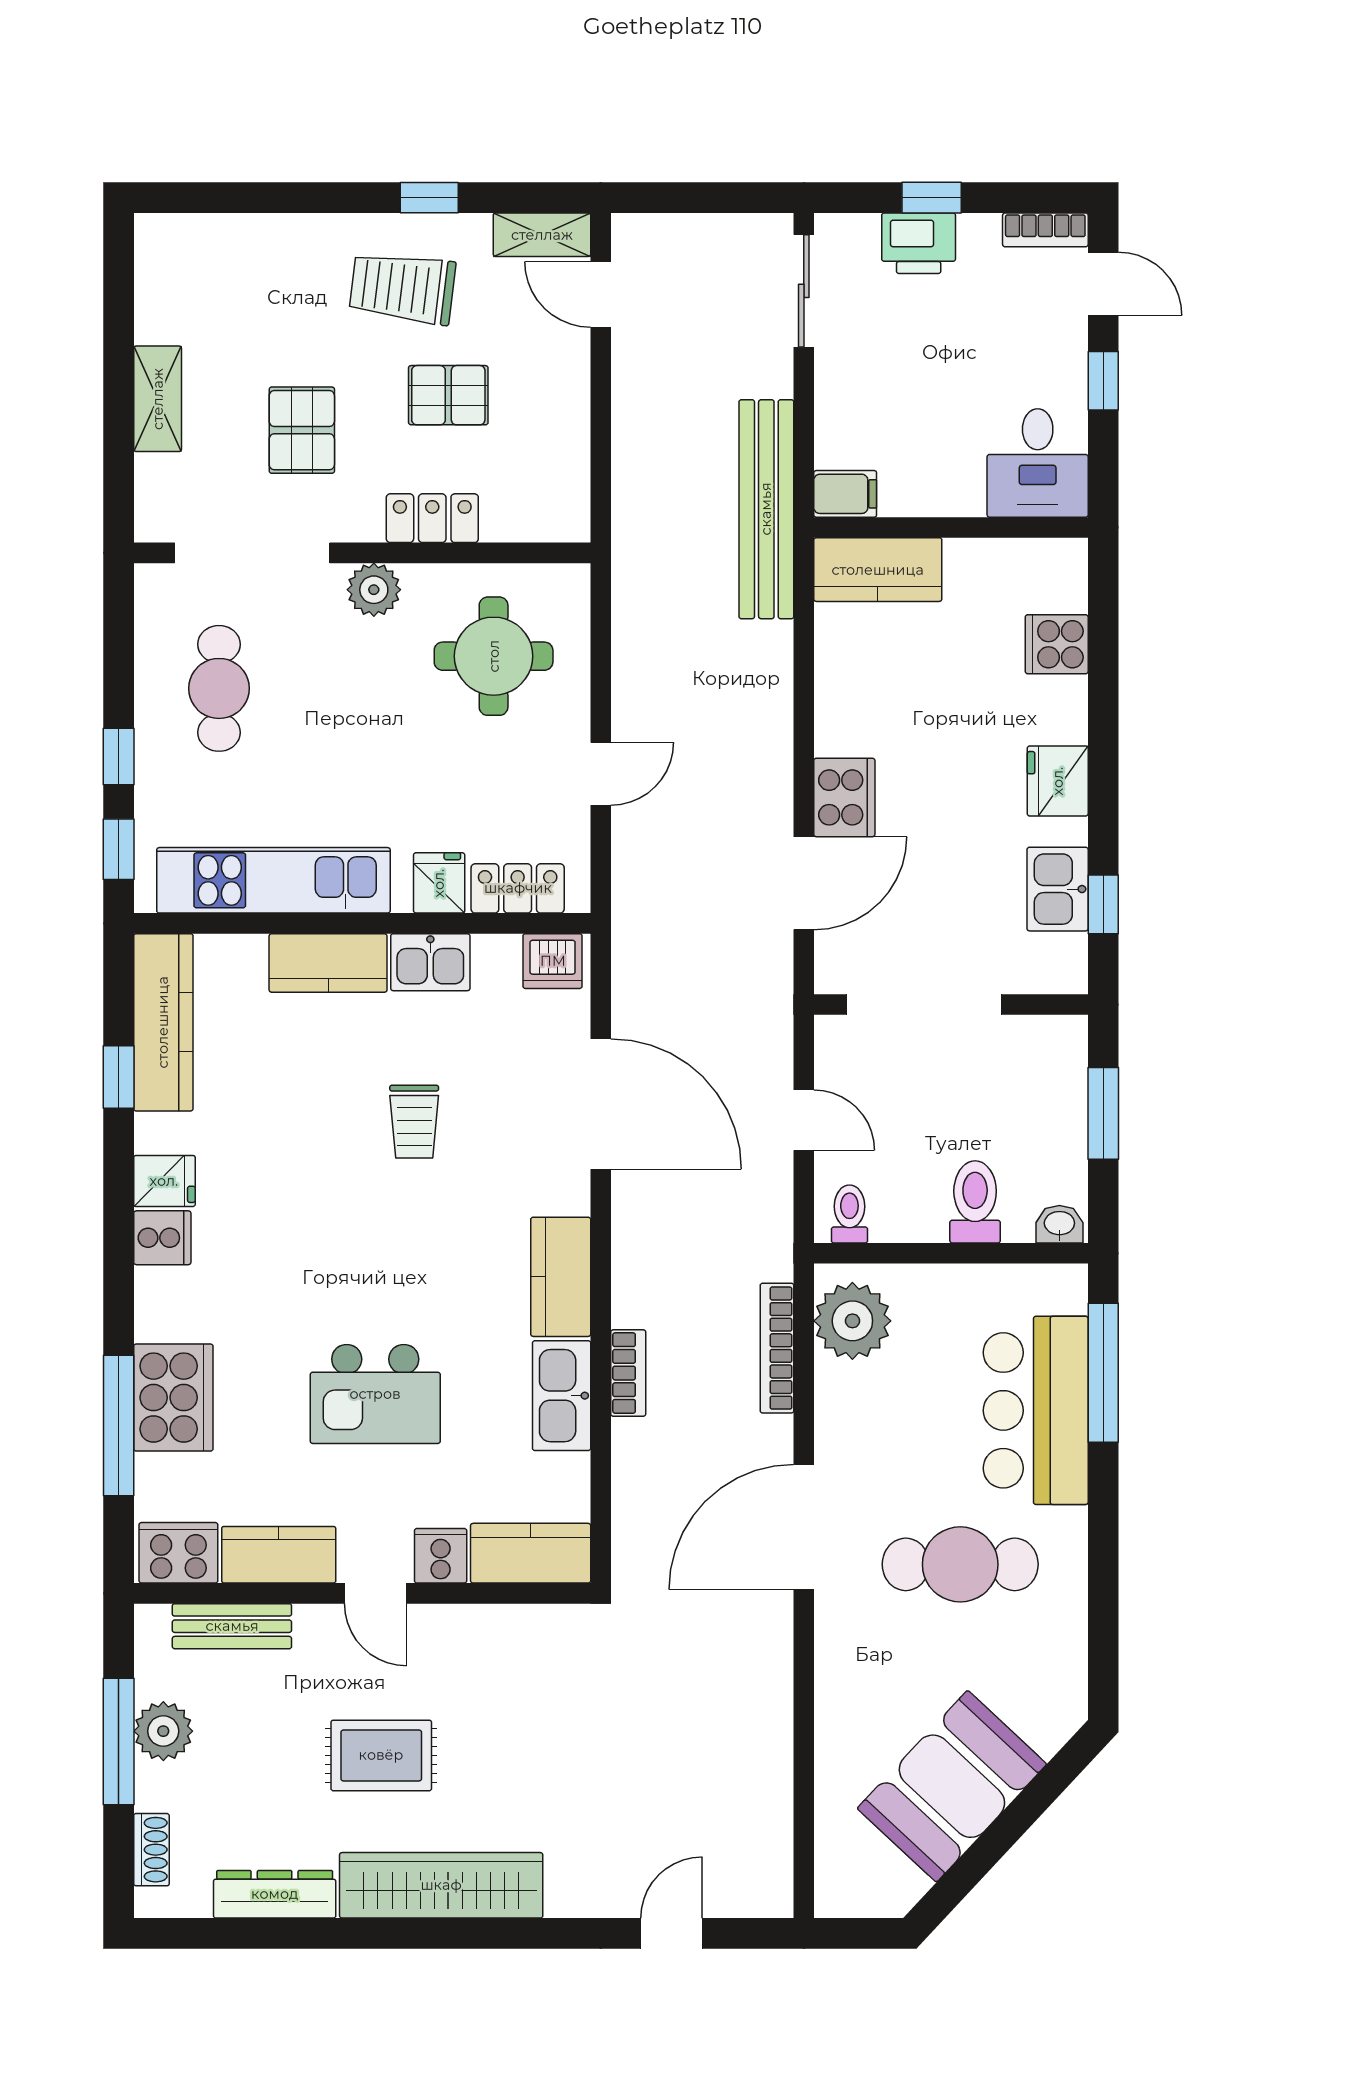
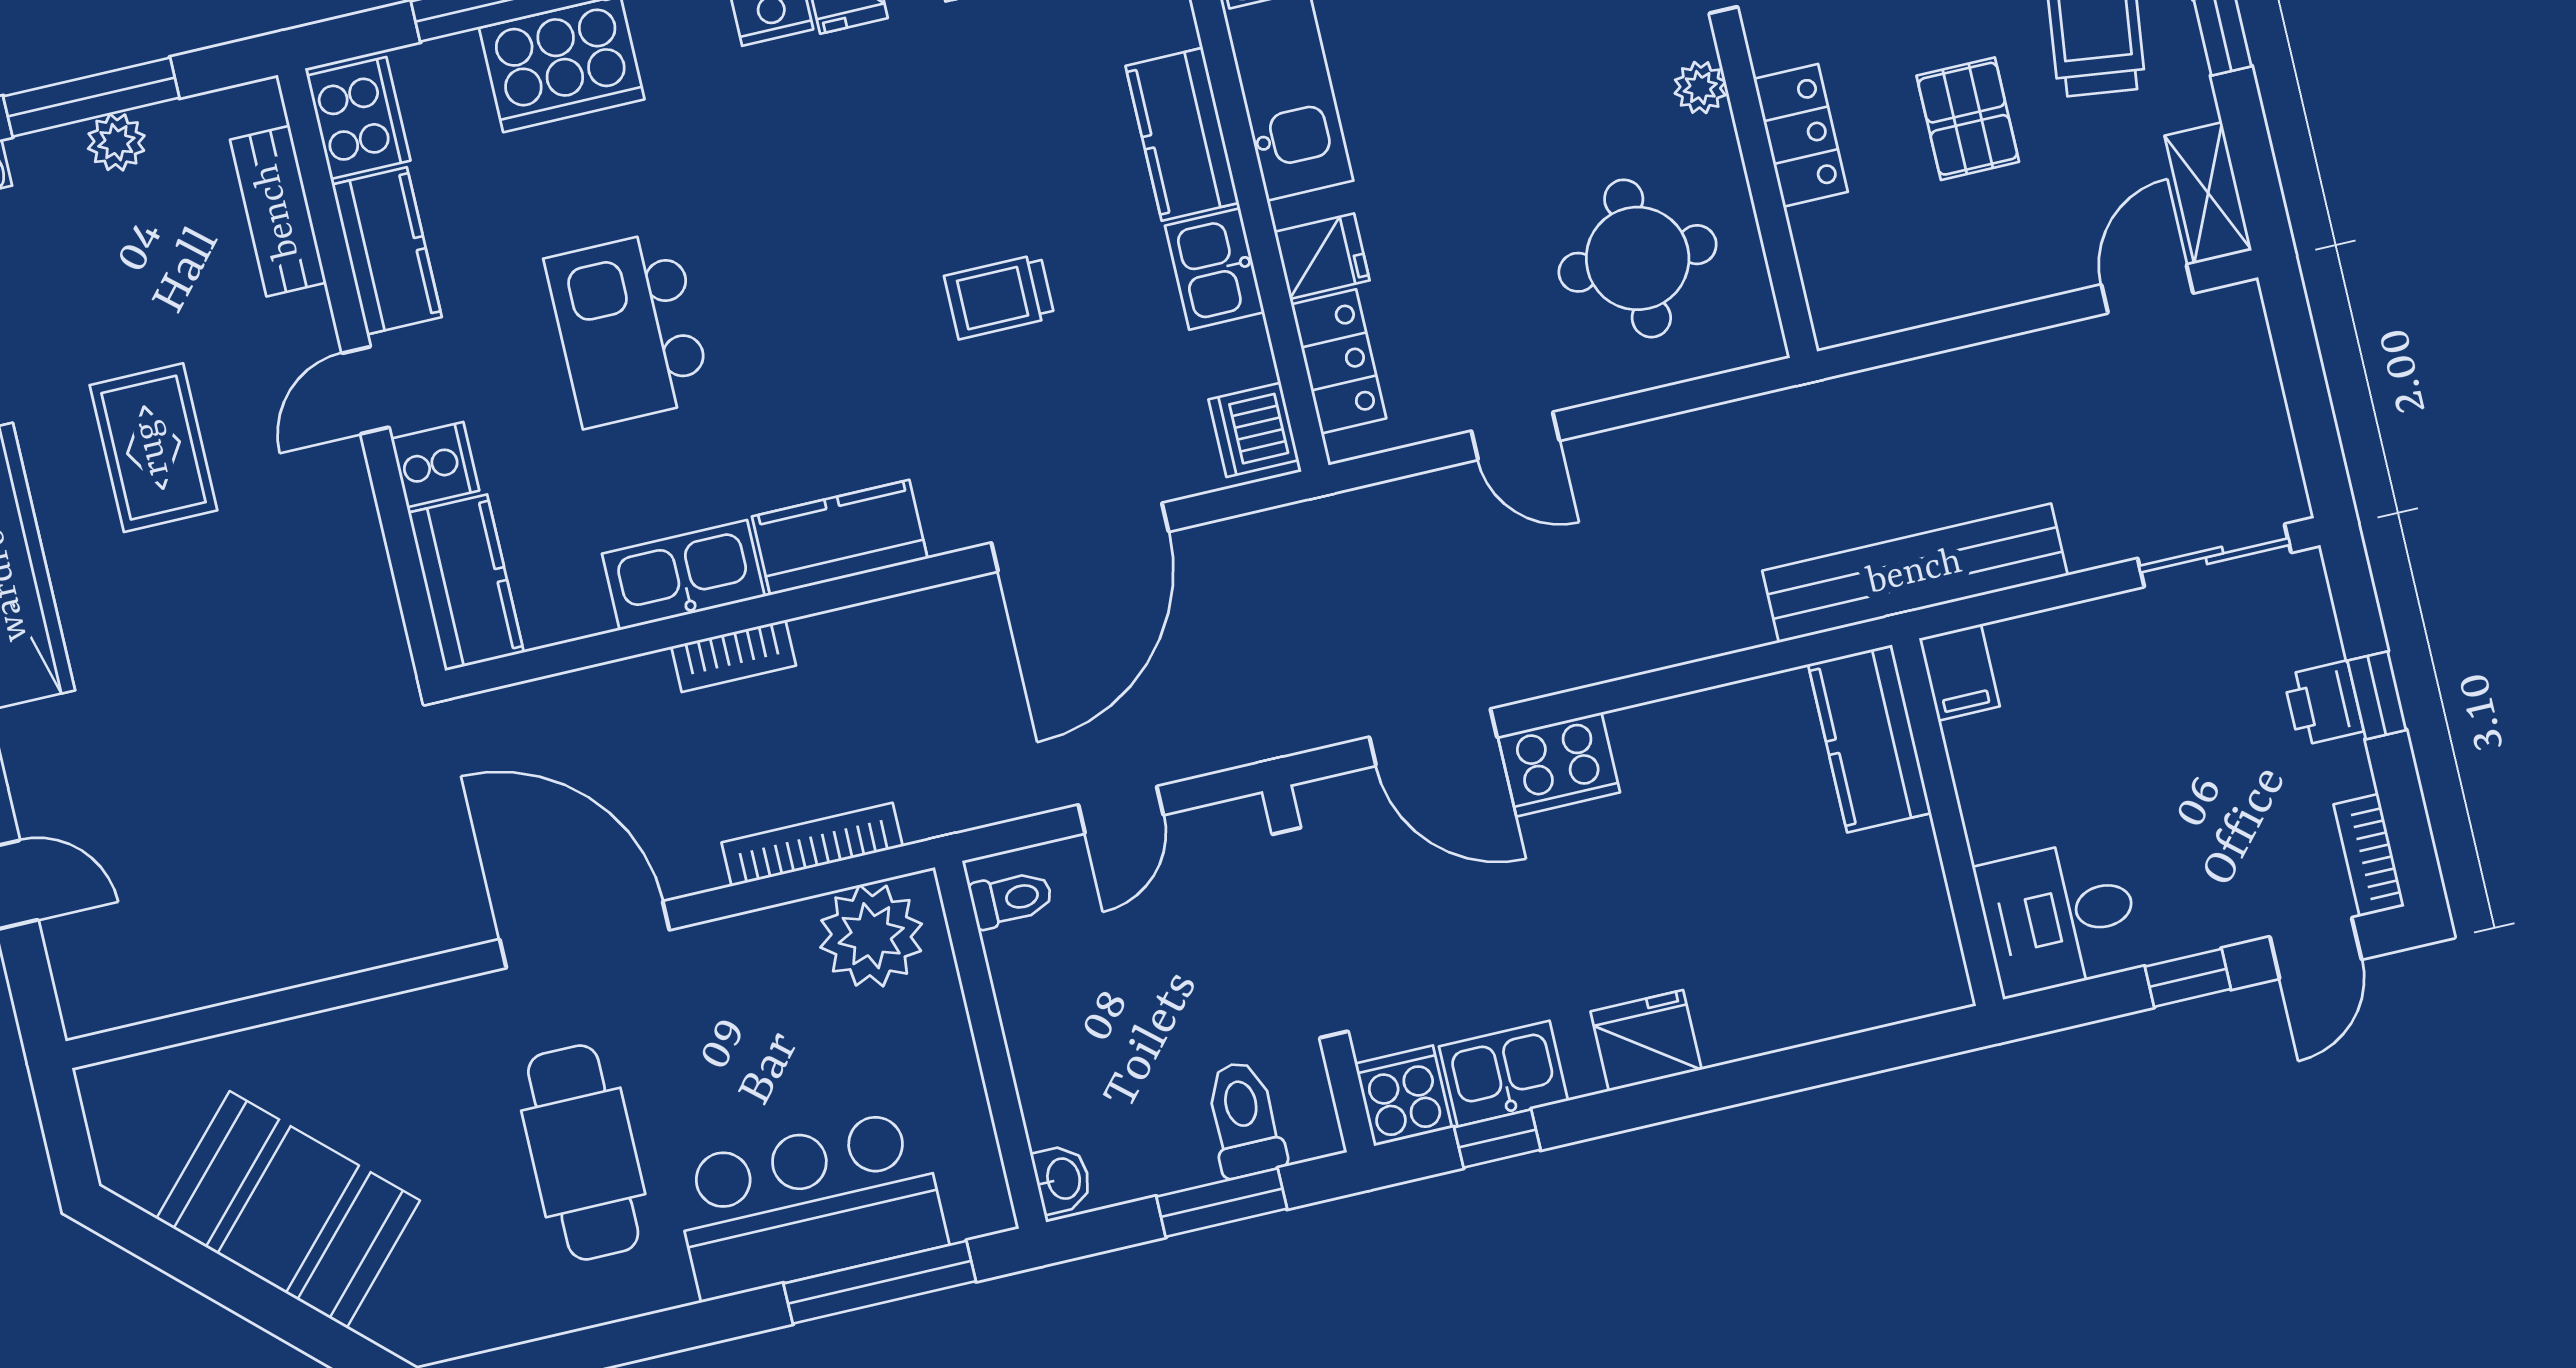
printer: (919, 243) -> (2323, 703), width x0.73, depth x0.81
plant: (374, 590) -> (1700, 88), width x0.73, depth x0.73
cooker: (1057, 644) -> (1403, 1096), moved
toilet: (975, 1202) -> (1244, 1119), moved, turned -90
plant: (163, 1731) -> (116, 142), width x0.73, depth x0.73

